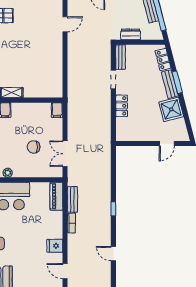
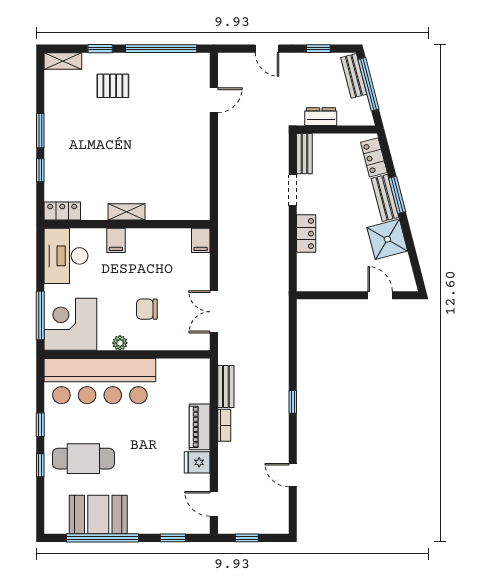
door: (167, 144) -> (380, 295), swing flipped
chair: (34, 147) -> (147, 309), moved
piano: (56, 196) -> (200, 427), moved

